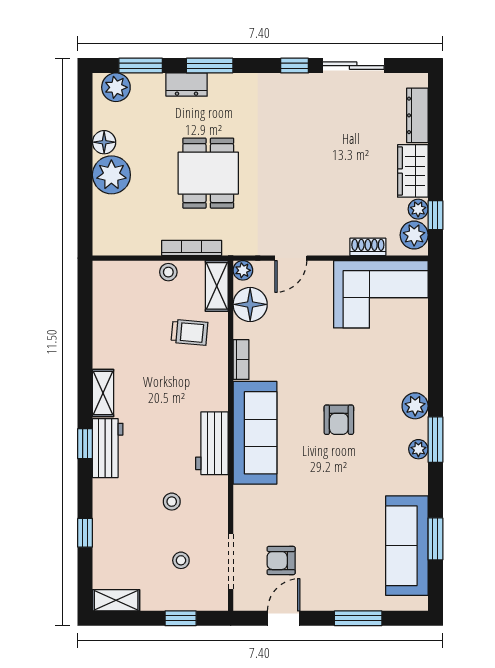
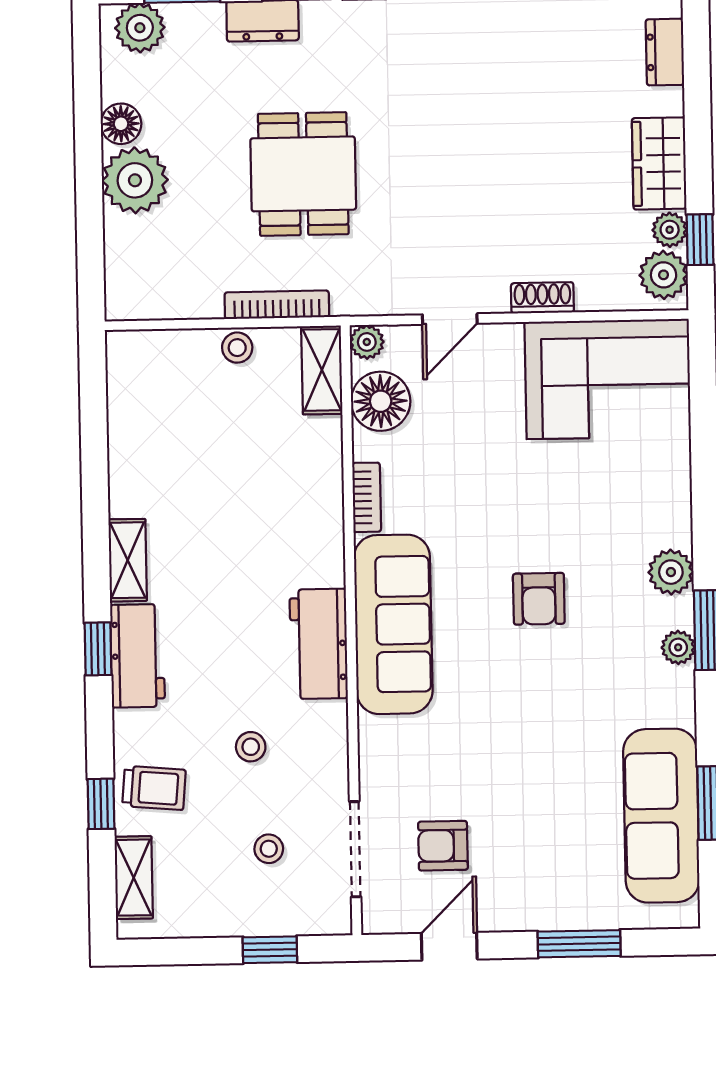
dresser: (417, 115) -> (665, 52), width x0.70
shoe rack: (368, 247) -> (542, 298), moved
trolley: (189, 332) -> (154, 788), moved
shelving: (116, 600) -> (134, 878), moved, turned 90

